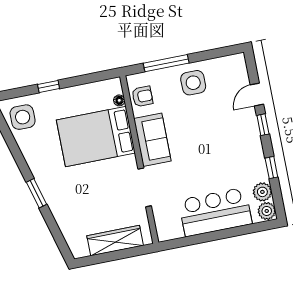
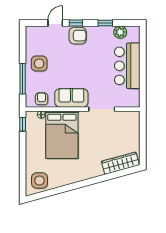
window: (49, 86) -> (23, 124), moved
door: (257, 95) -> (55, 23), swing flipped
armchair: (245, 131) -> (78, 36), added
window: (36, 193) -> (92, 181), removed
plant: (267, 211) -> (133, 32), removed
wardrobe: (115, 241) -> (120, 163), moved, turned 75

